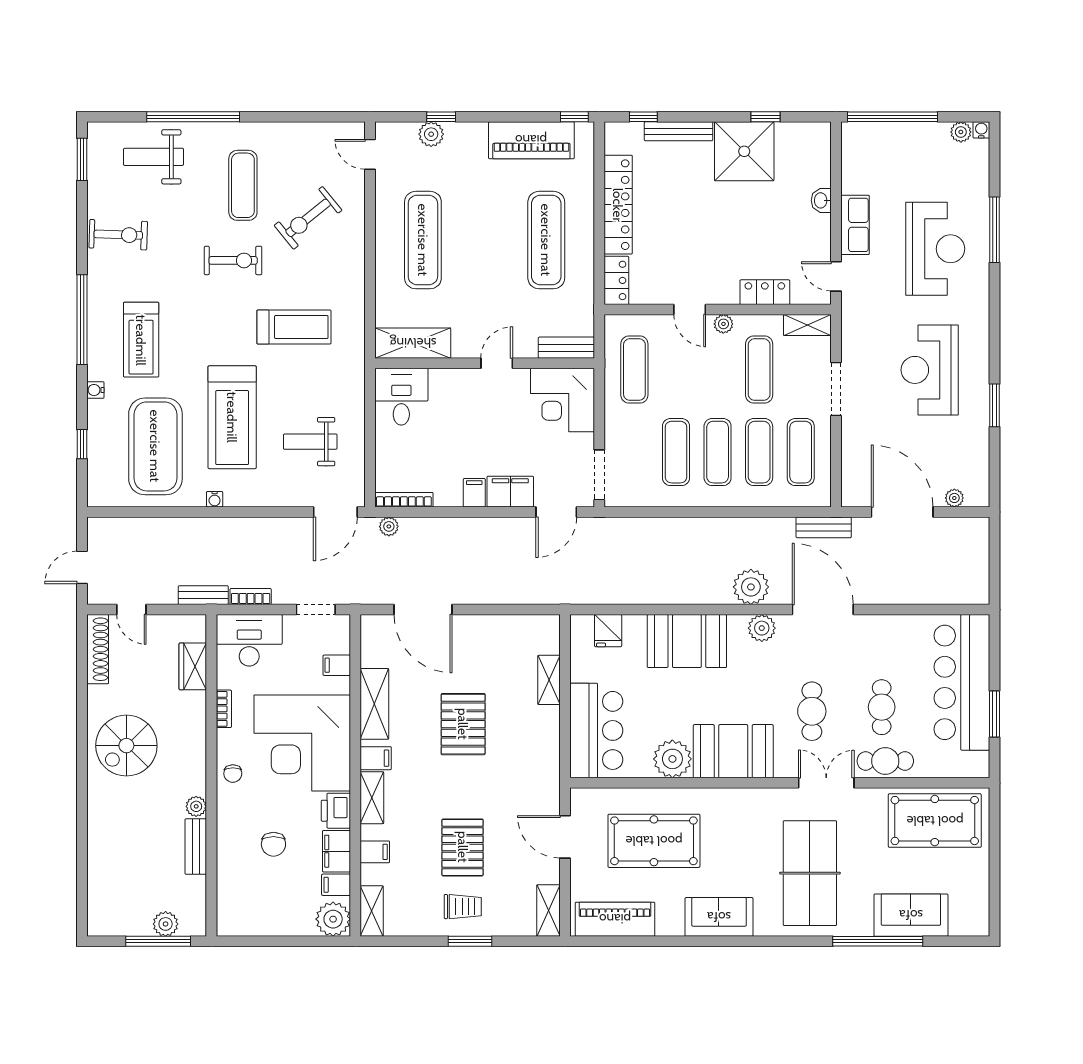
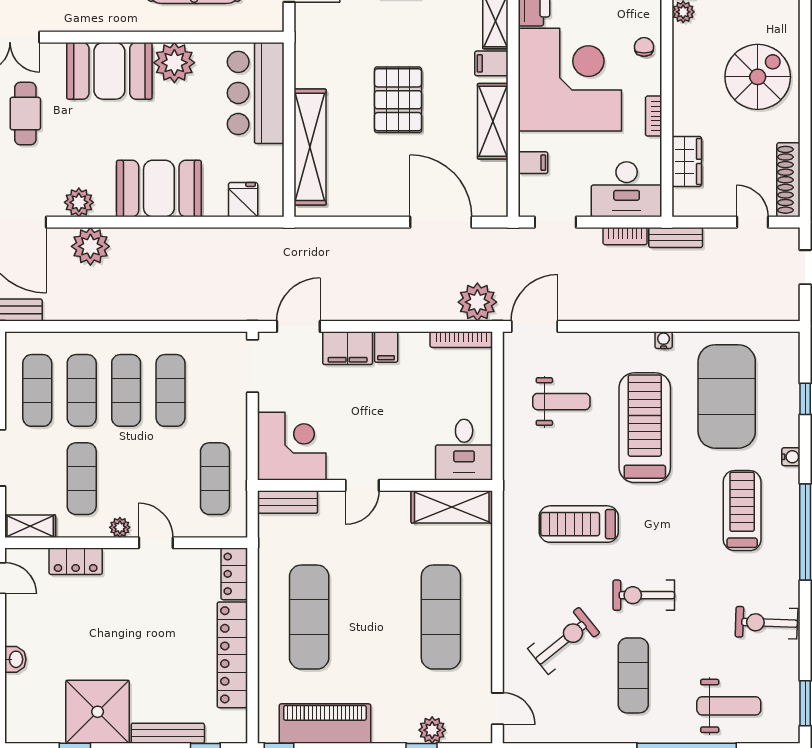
plant: (389, 526) -> (477, 302), width x1.88, depth x1.88
shelving: (549, 680) -> (310, 147), width x2.20, depth x1.33

